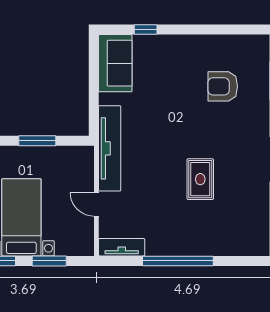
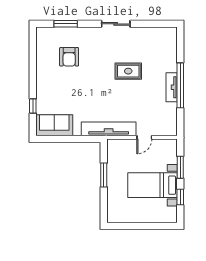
tv unit: (122, 247) -> (172, 87), moved

